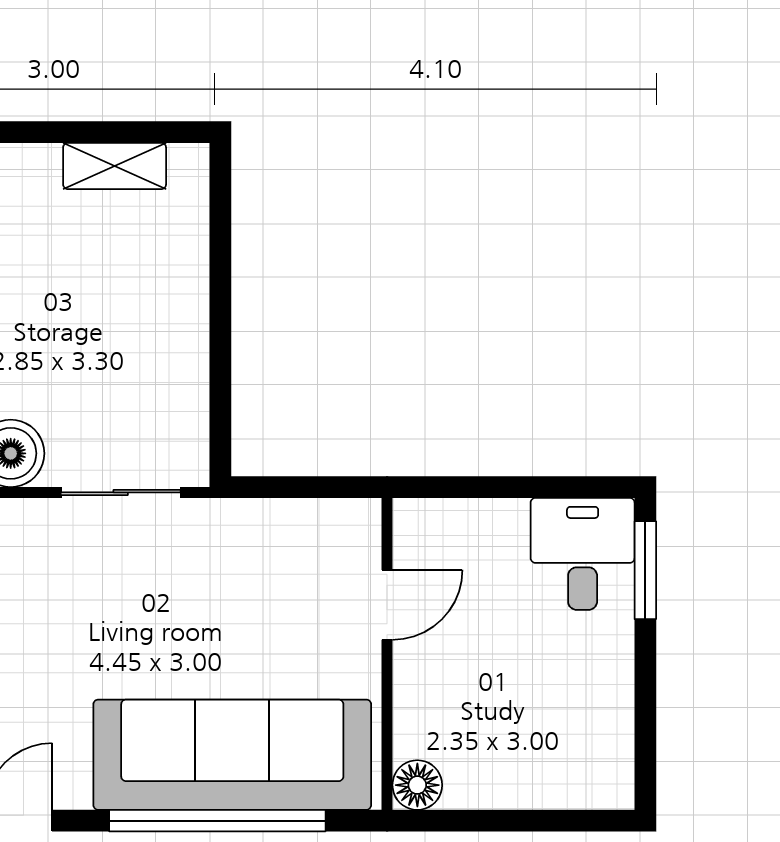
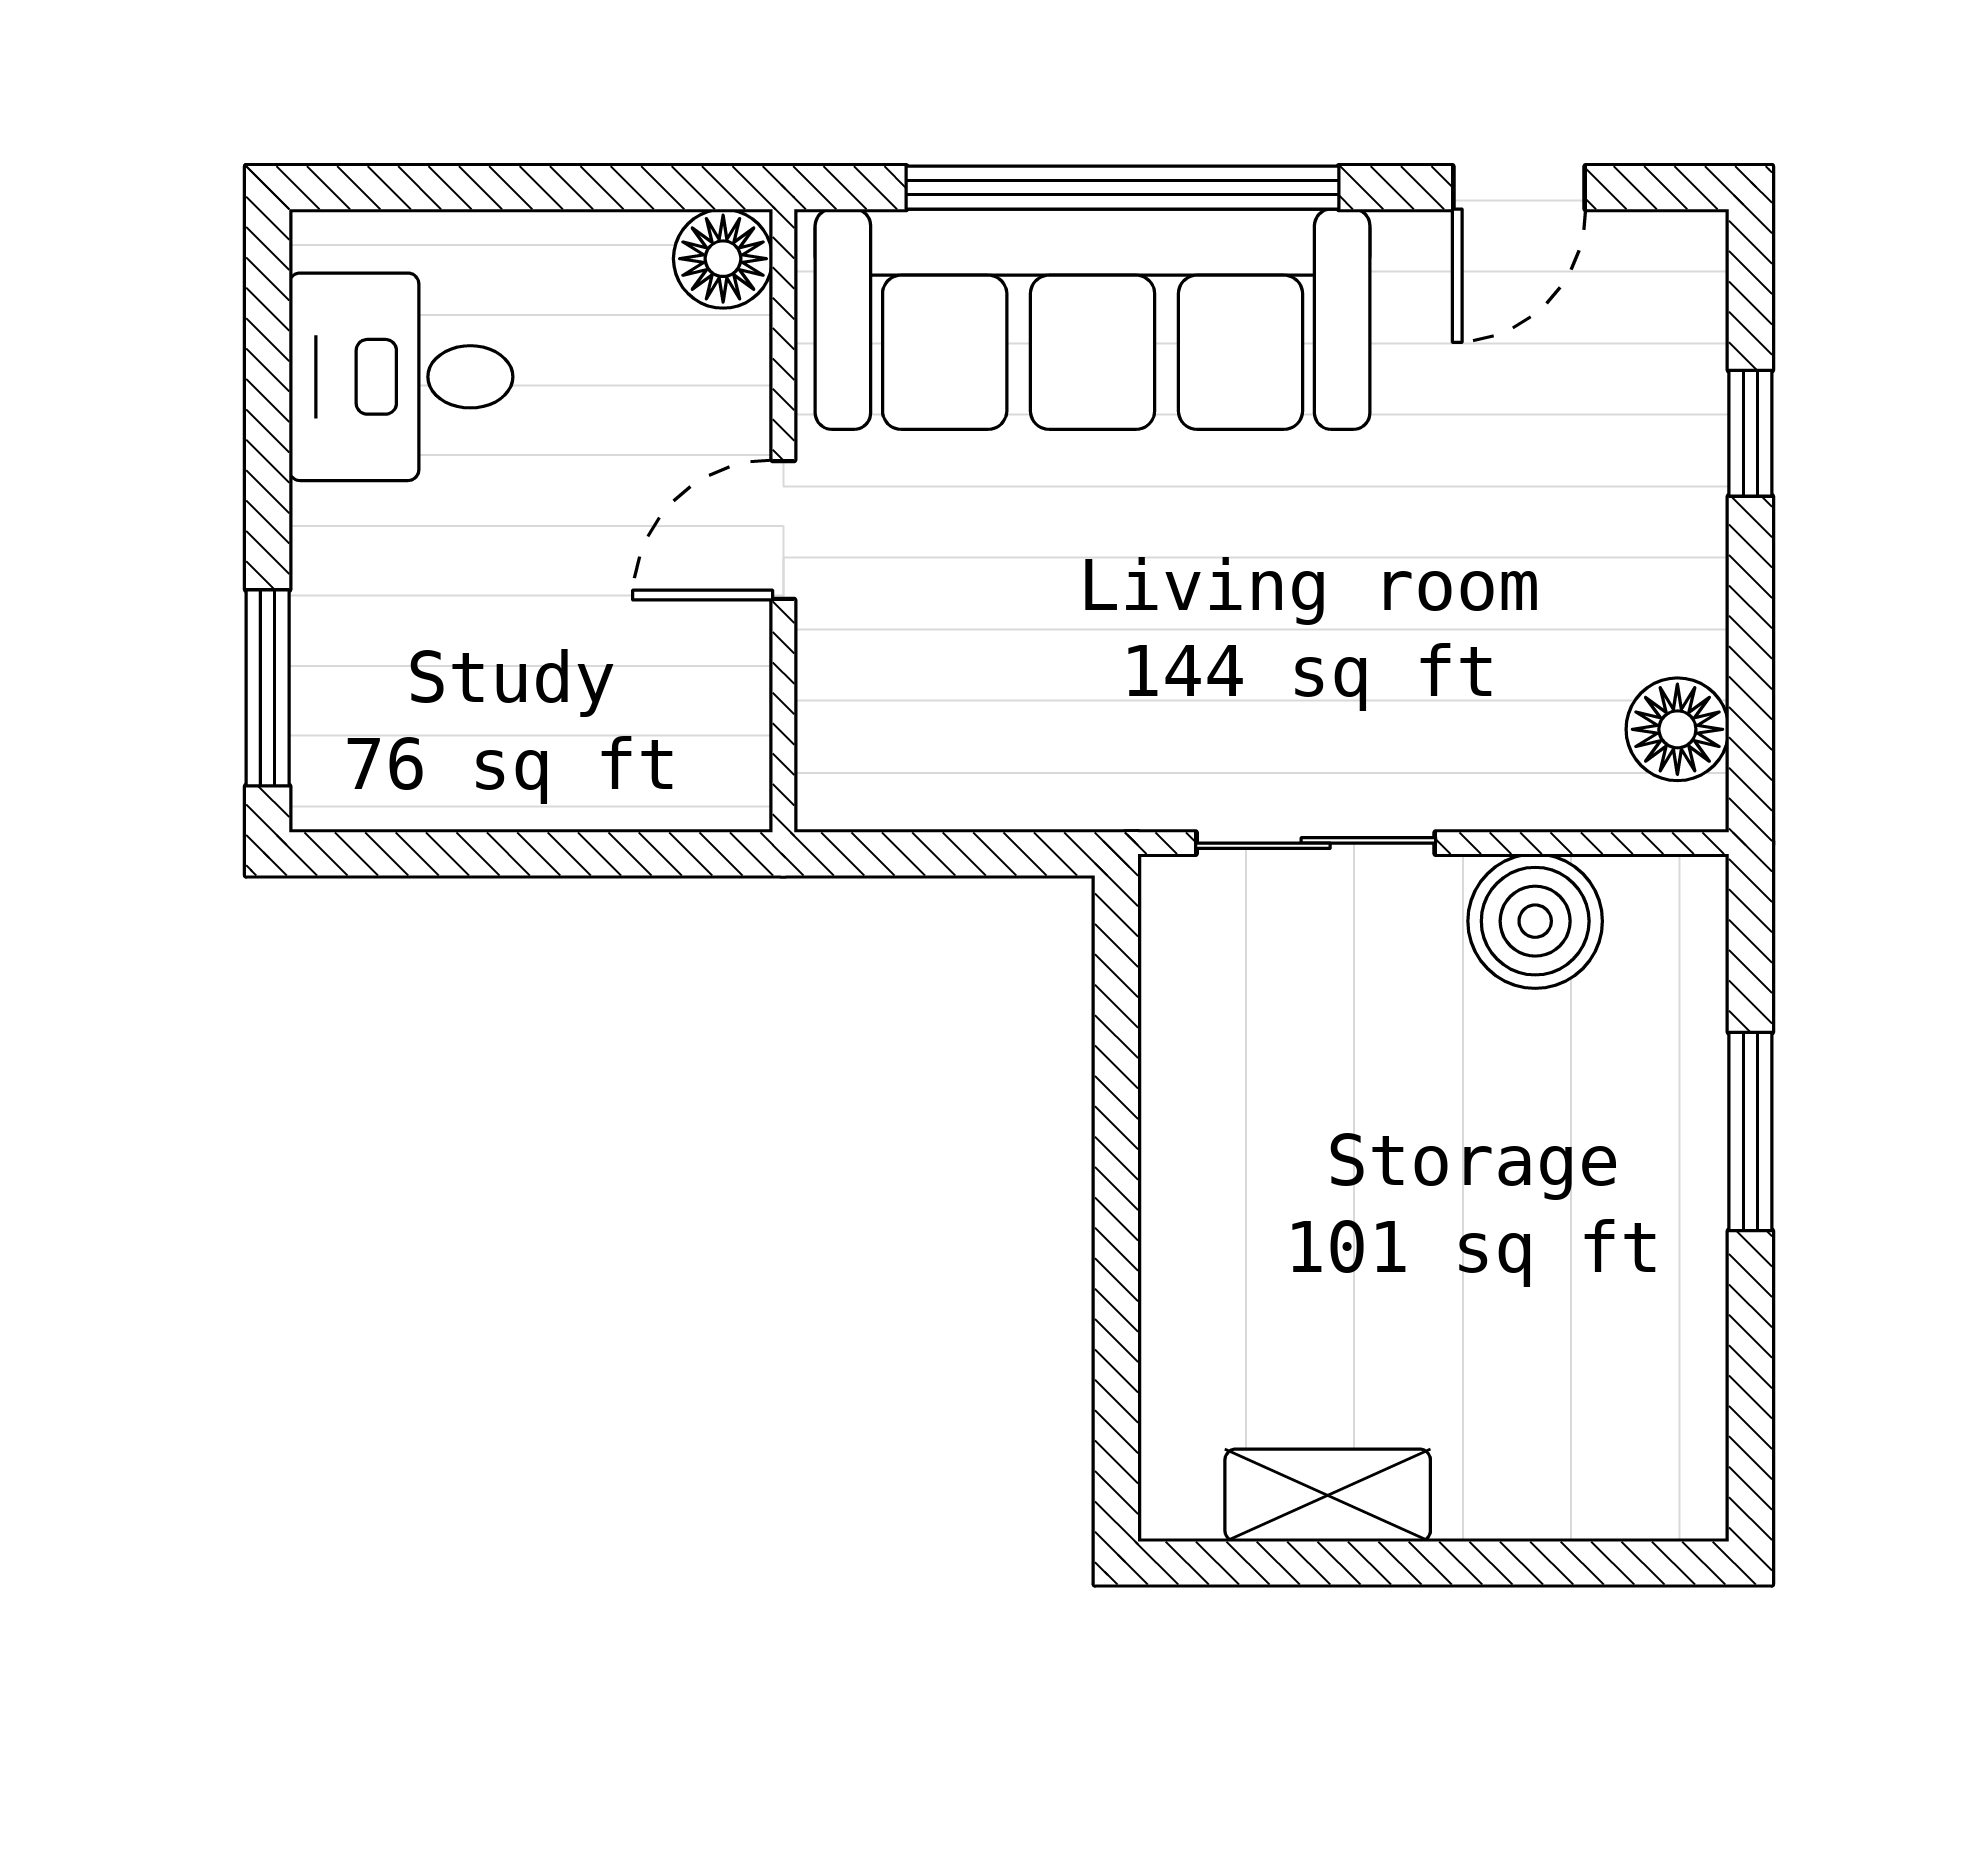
desk: (583, 554) -> (401, 377), moved, turned 90
door: (387, 605) -> (783, 530), moved

